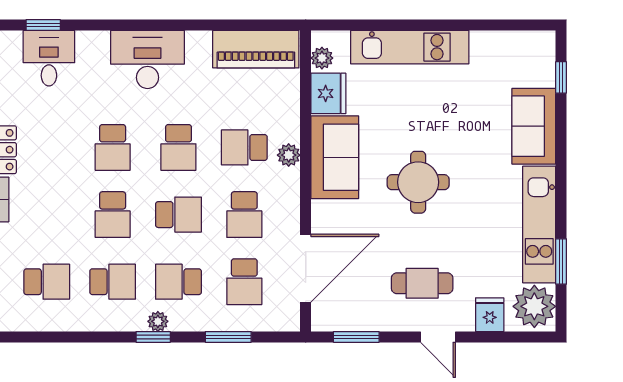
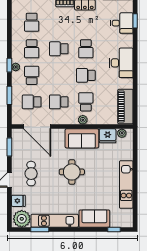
kitchen unit: (410, 47) -> (126, 185), moved
school desk: (113, 147) -> (86, 49), turned -90
school desk: (178, 215) -> (59, 75), removed

